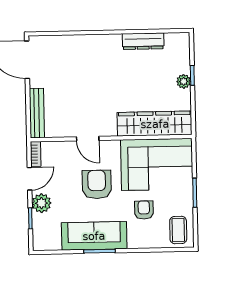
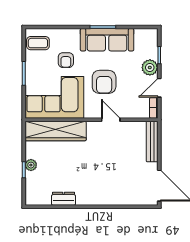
dresser: (143, 41) -> (64, 199), width x0.70
coffee table: (178, 230) -> (38, 43), turned 90

